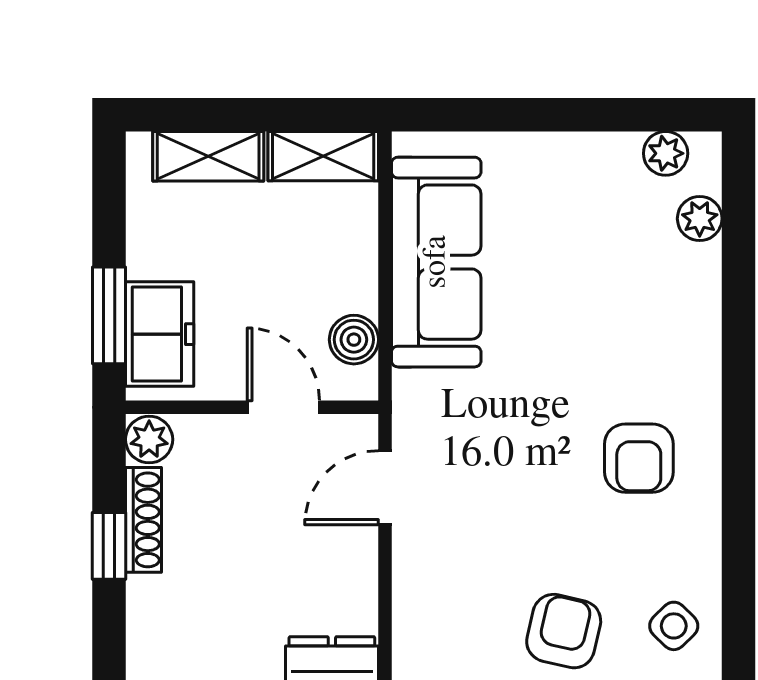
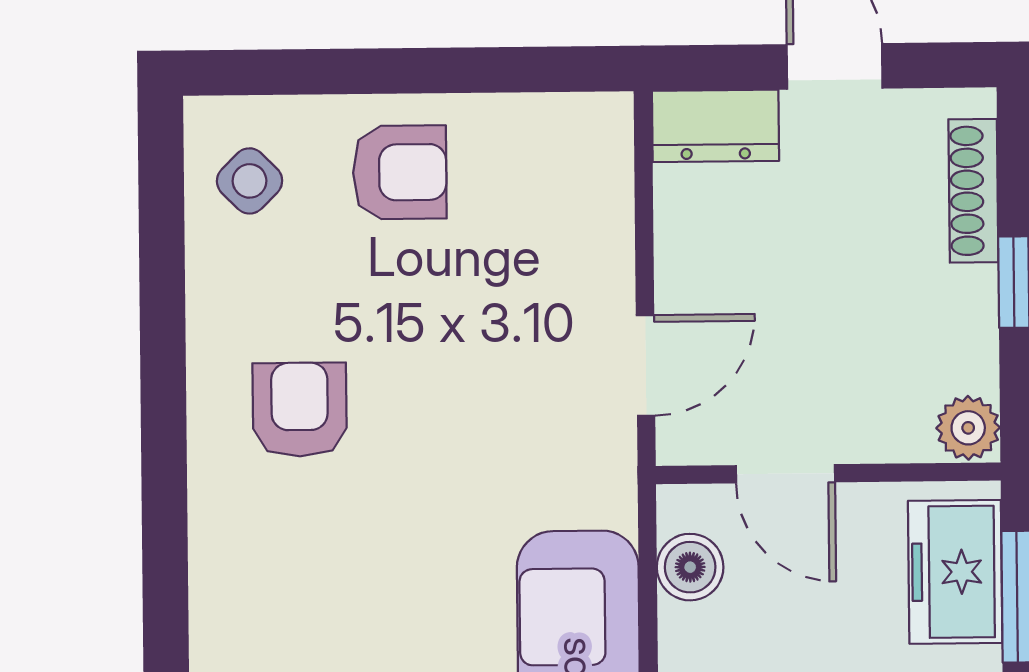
shoe rack: (143, 520) -> (973, 191), moved
armchair: (564, 631) -> (400, 172), turned -103

